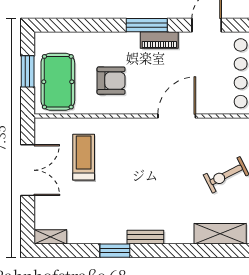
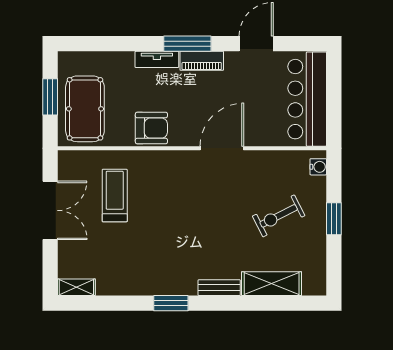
tv unit: (120, 39) -> (157, 59), added
armchair: (111, 81) -> (151, 128), moved
bench: (145, 237) -> (219, 288), moved
window: (115, 251) -> (171, 303), moved

